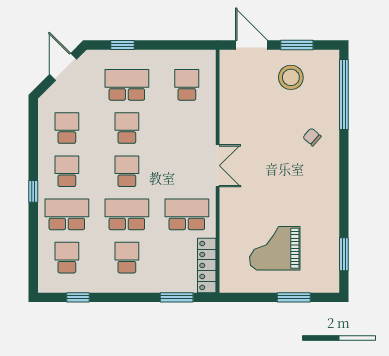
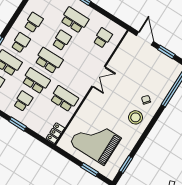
stool: (291, 77) -> (136, 117), moved
double door: (218, 166) -> (99, 77), moved
school desk: (127, 171) -> (49, 61), width x1.85
grand piano: (275, 248) -> (95, 141), width x1.37, depth x1.48
locker: (207, 265) -> (55, 133), width x0.66
window: (177, 297) -> (18, 124), moved

